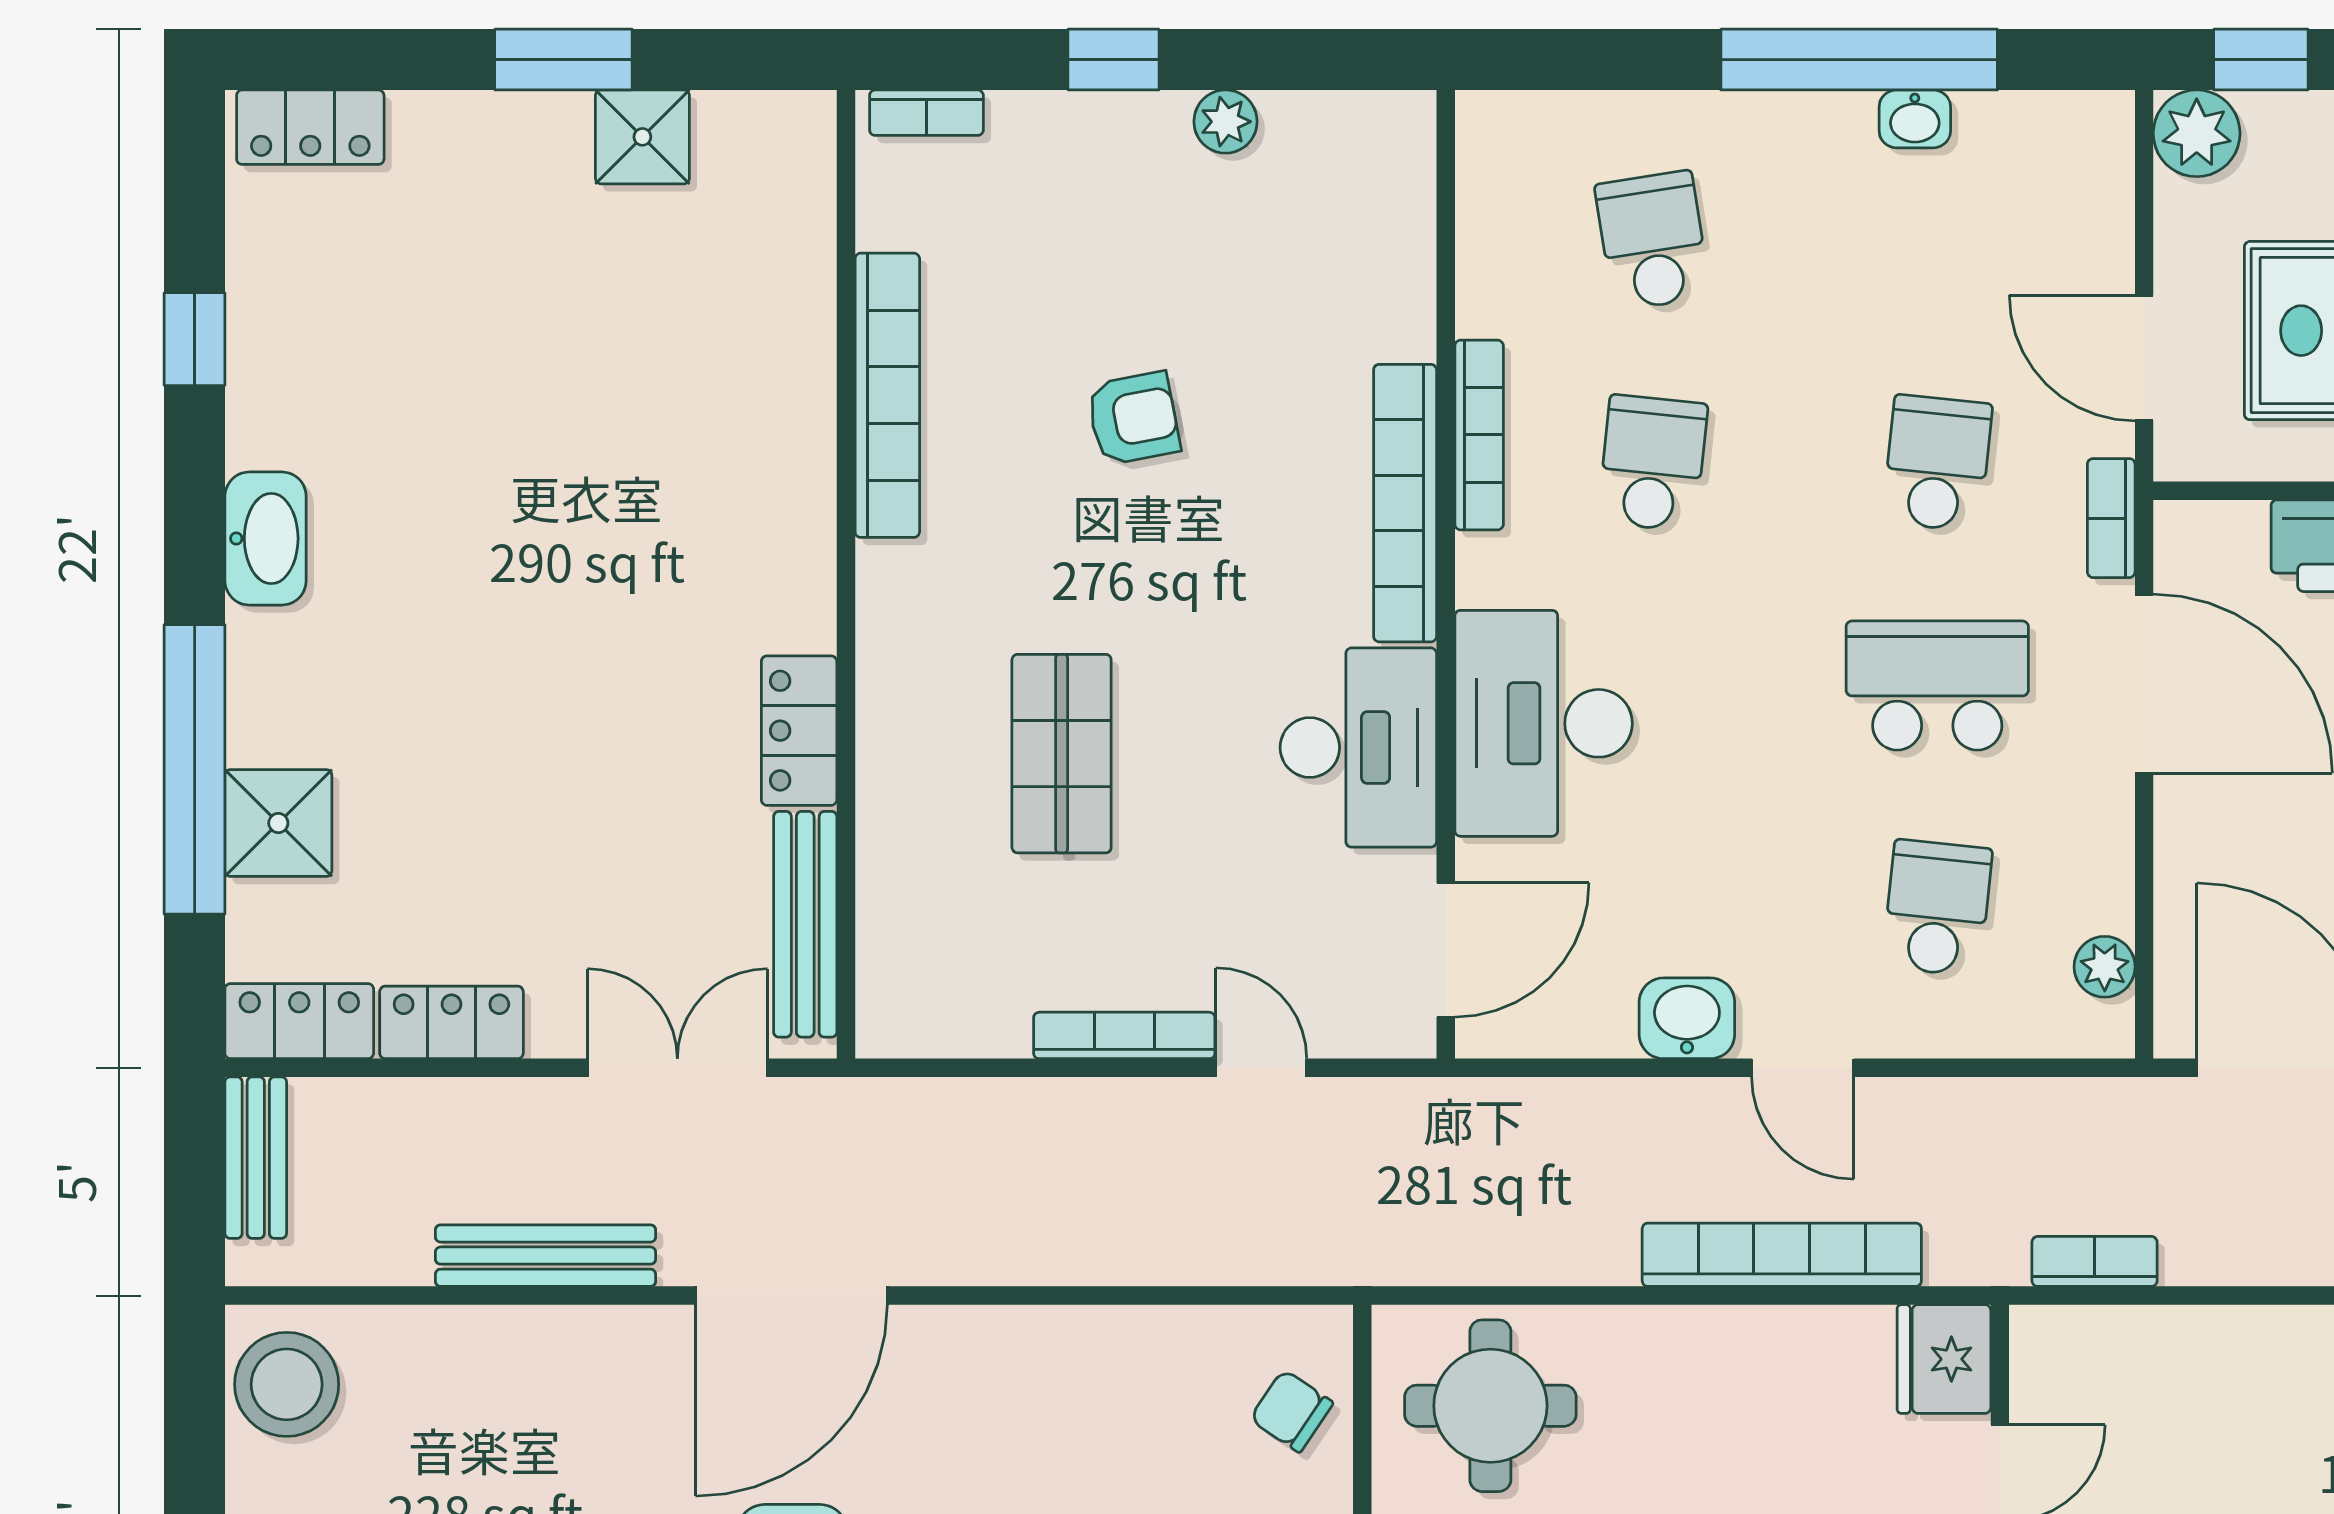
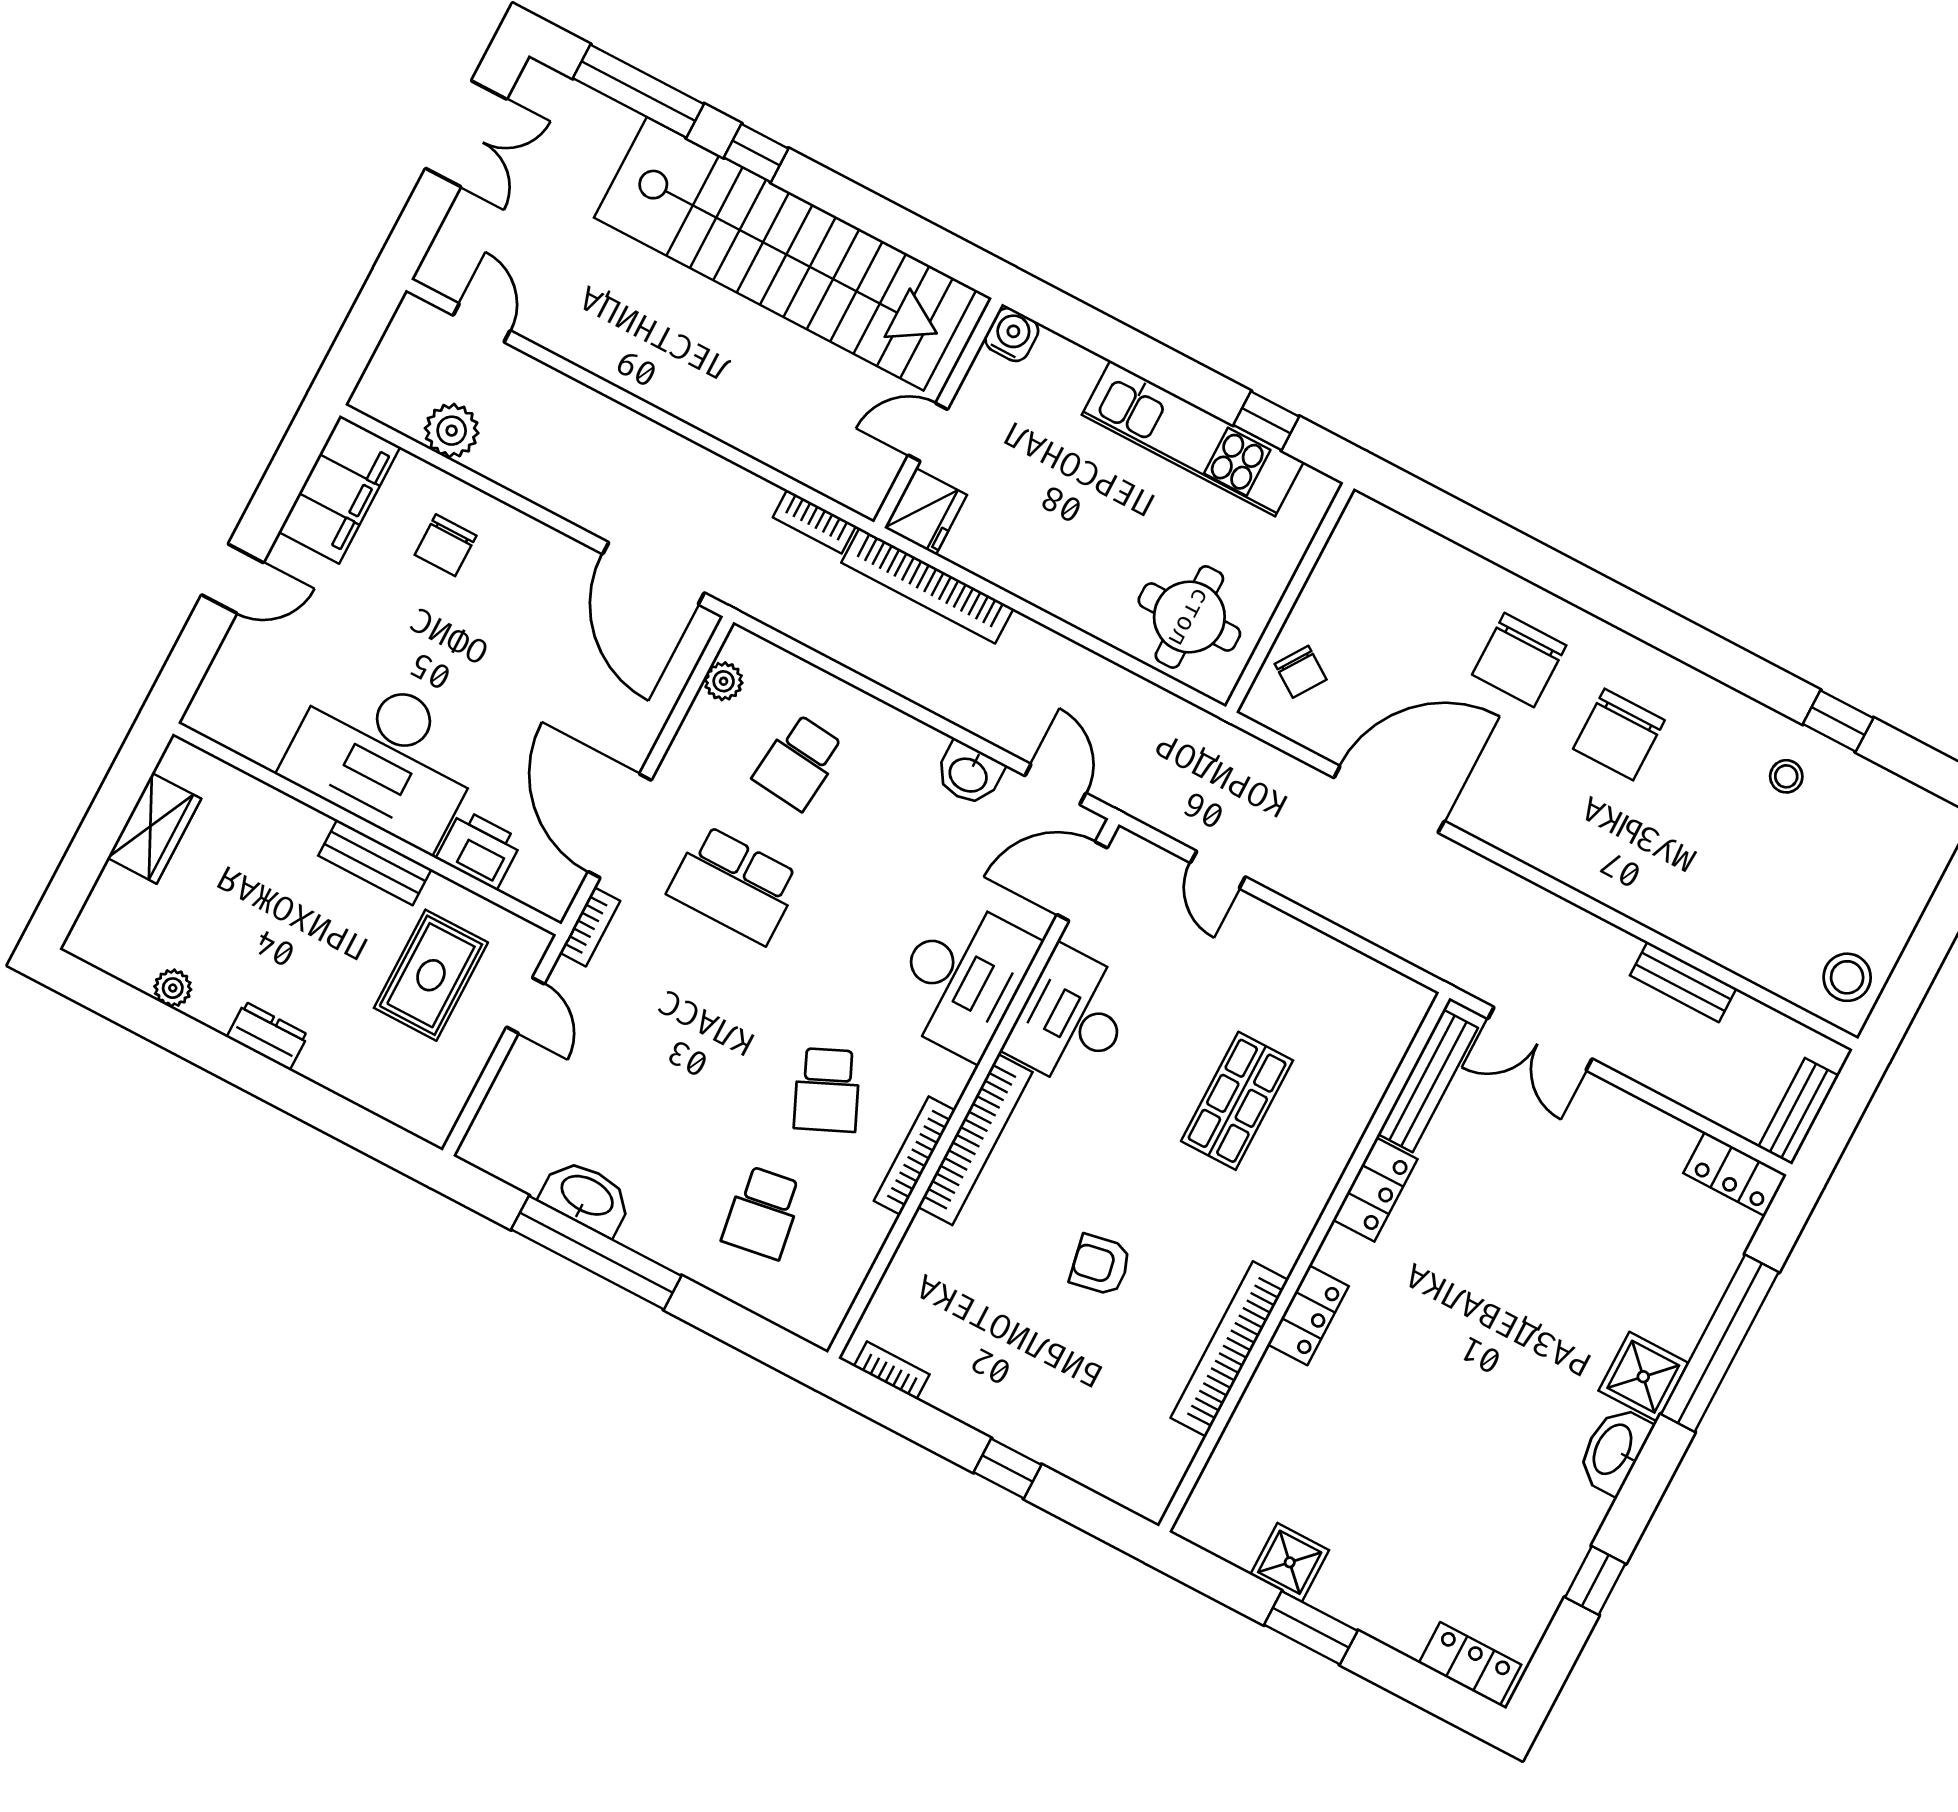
window: (2261, 60) -> (375, 1136), removed
bookcase: (926, 113) -> (892, 1370), moved
washbasin: (1915, 119) -> (586, 1197), width x1.91, depth x1.45
plant: (1226, 122) -> (964, 1402), removed
plant: (2197, 133) -> (431, 1114), removed
door: (2144, 358) -> (525, 1006), width x0.73
school desk: (1653, 463) -> (827, 1090), turned -30
school desk: (1937, 463) -> (670, 1007), removed
shower: (278, 823) -> (1643, 1377), moved
locker: (451, 1022) -> (1308, 1315), moved, turned -90
bookcase: (1124, 1035) -> (1284, 927), removed
door: (1803, 1068) -> (1055, 784), moved
bookcase: (1782, 1255) -> (927, 586), moved
bench: (546, 1256) -> (1683, 982), width x0.73
door: (792, 1296) -> (1389, 799), moved
stool: (287, 1384) -> (1847, 977), width x0.73, depth x0.73

